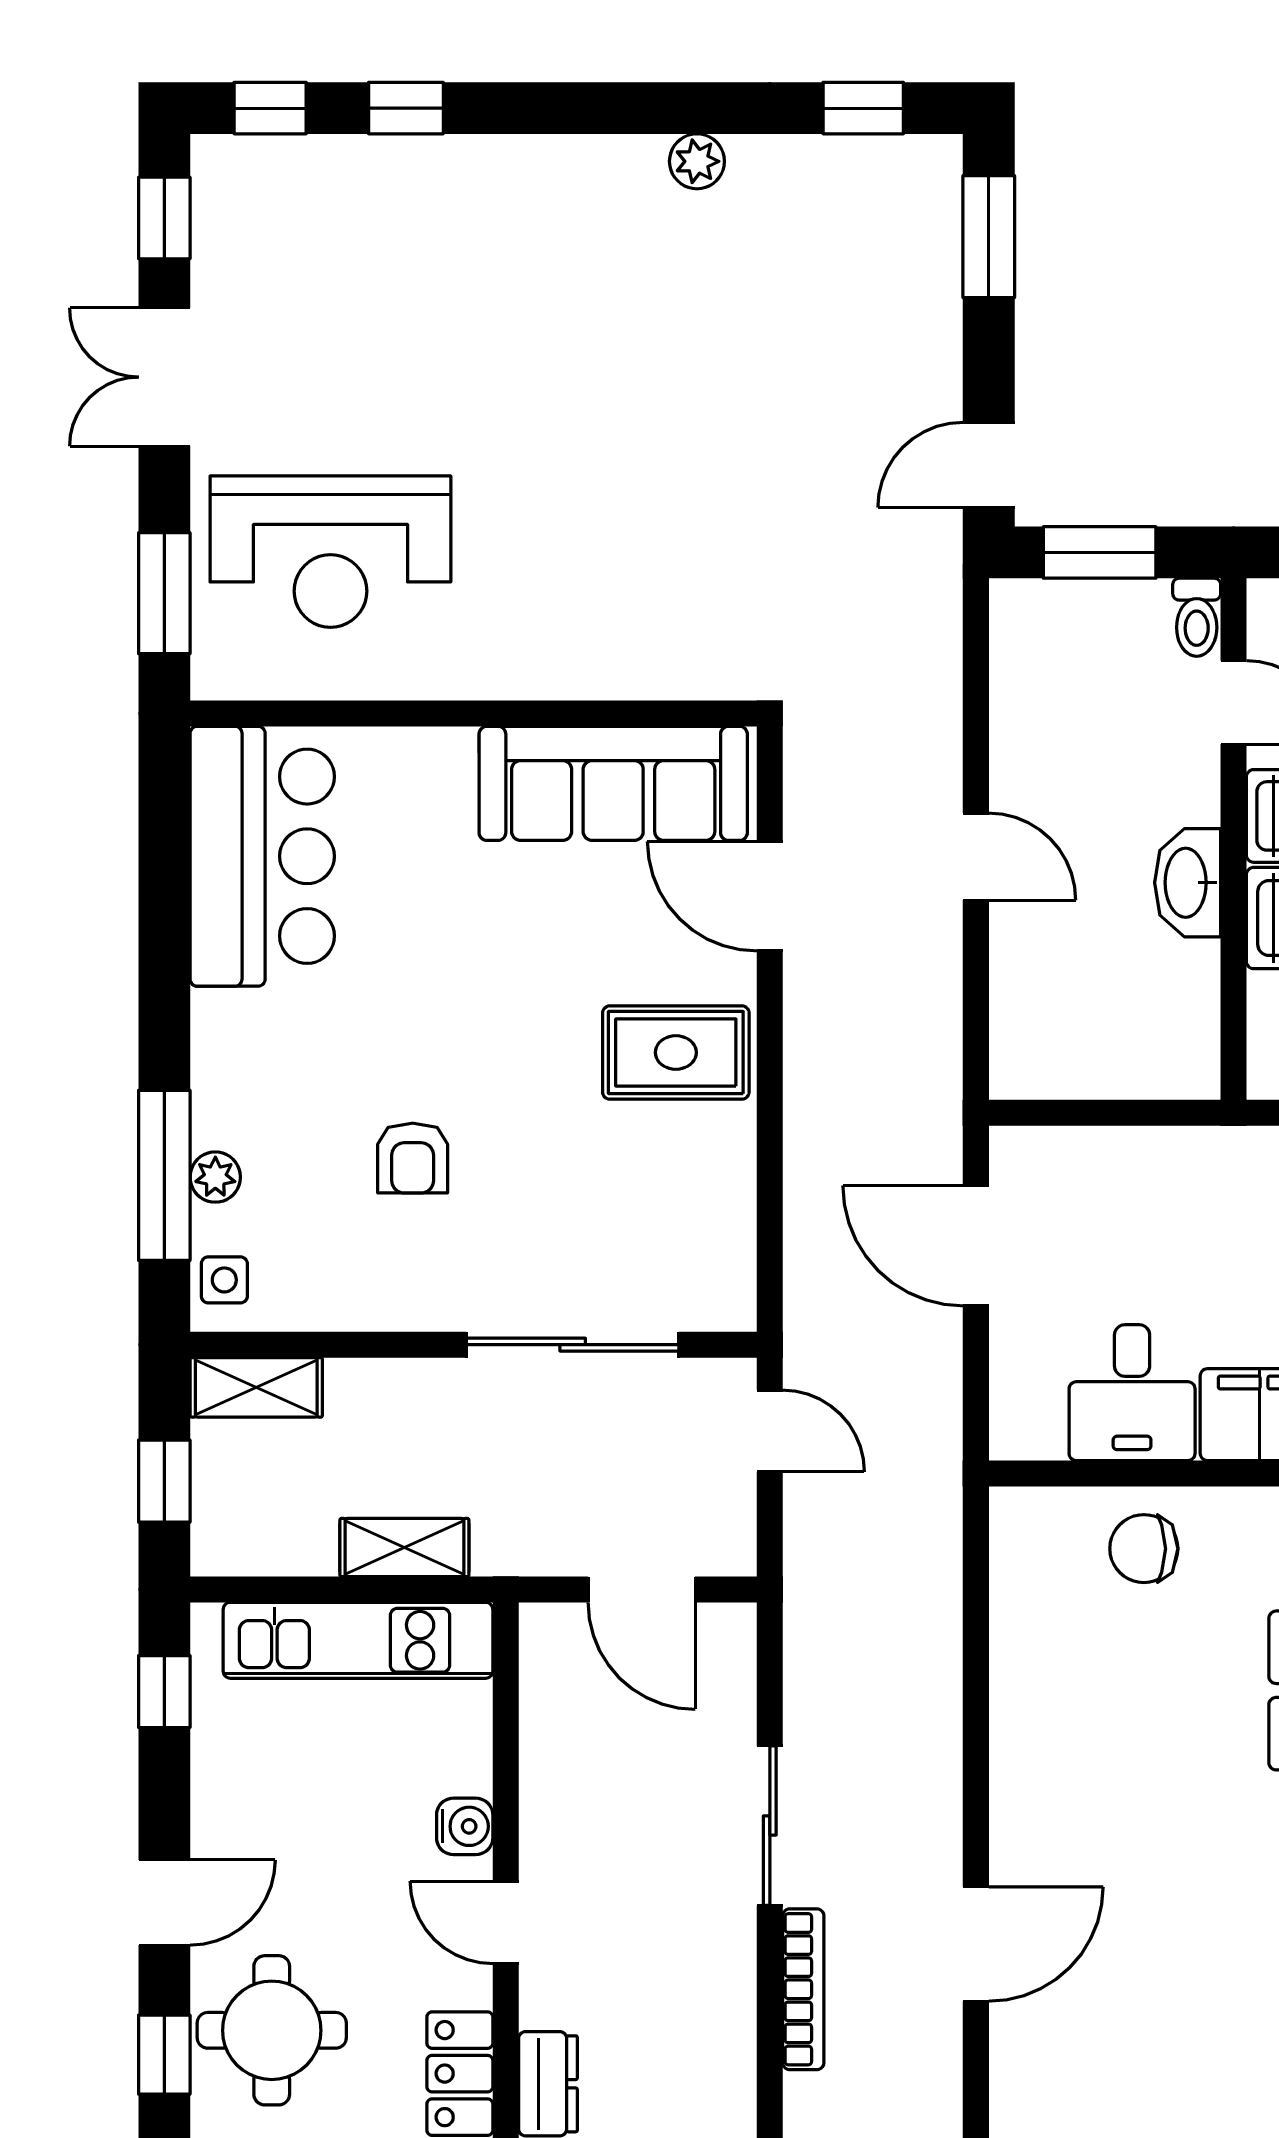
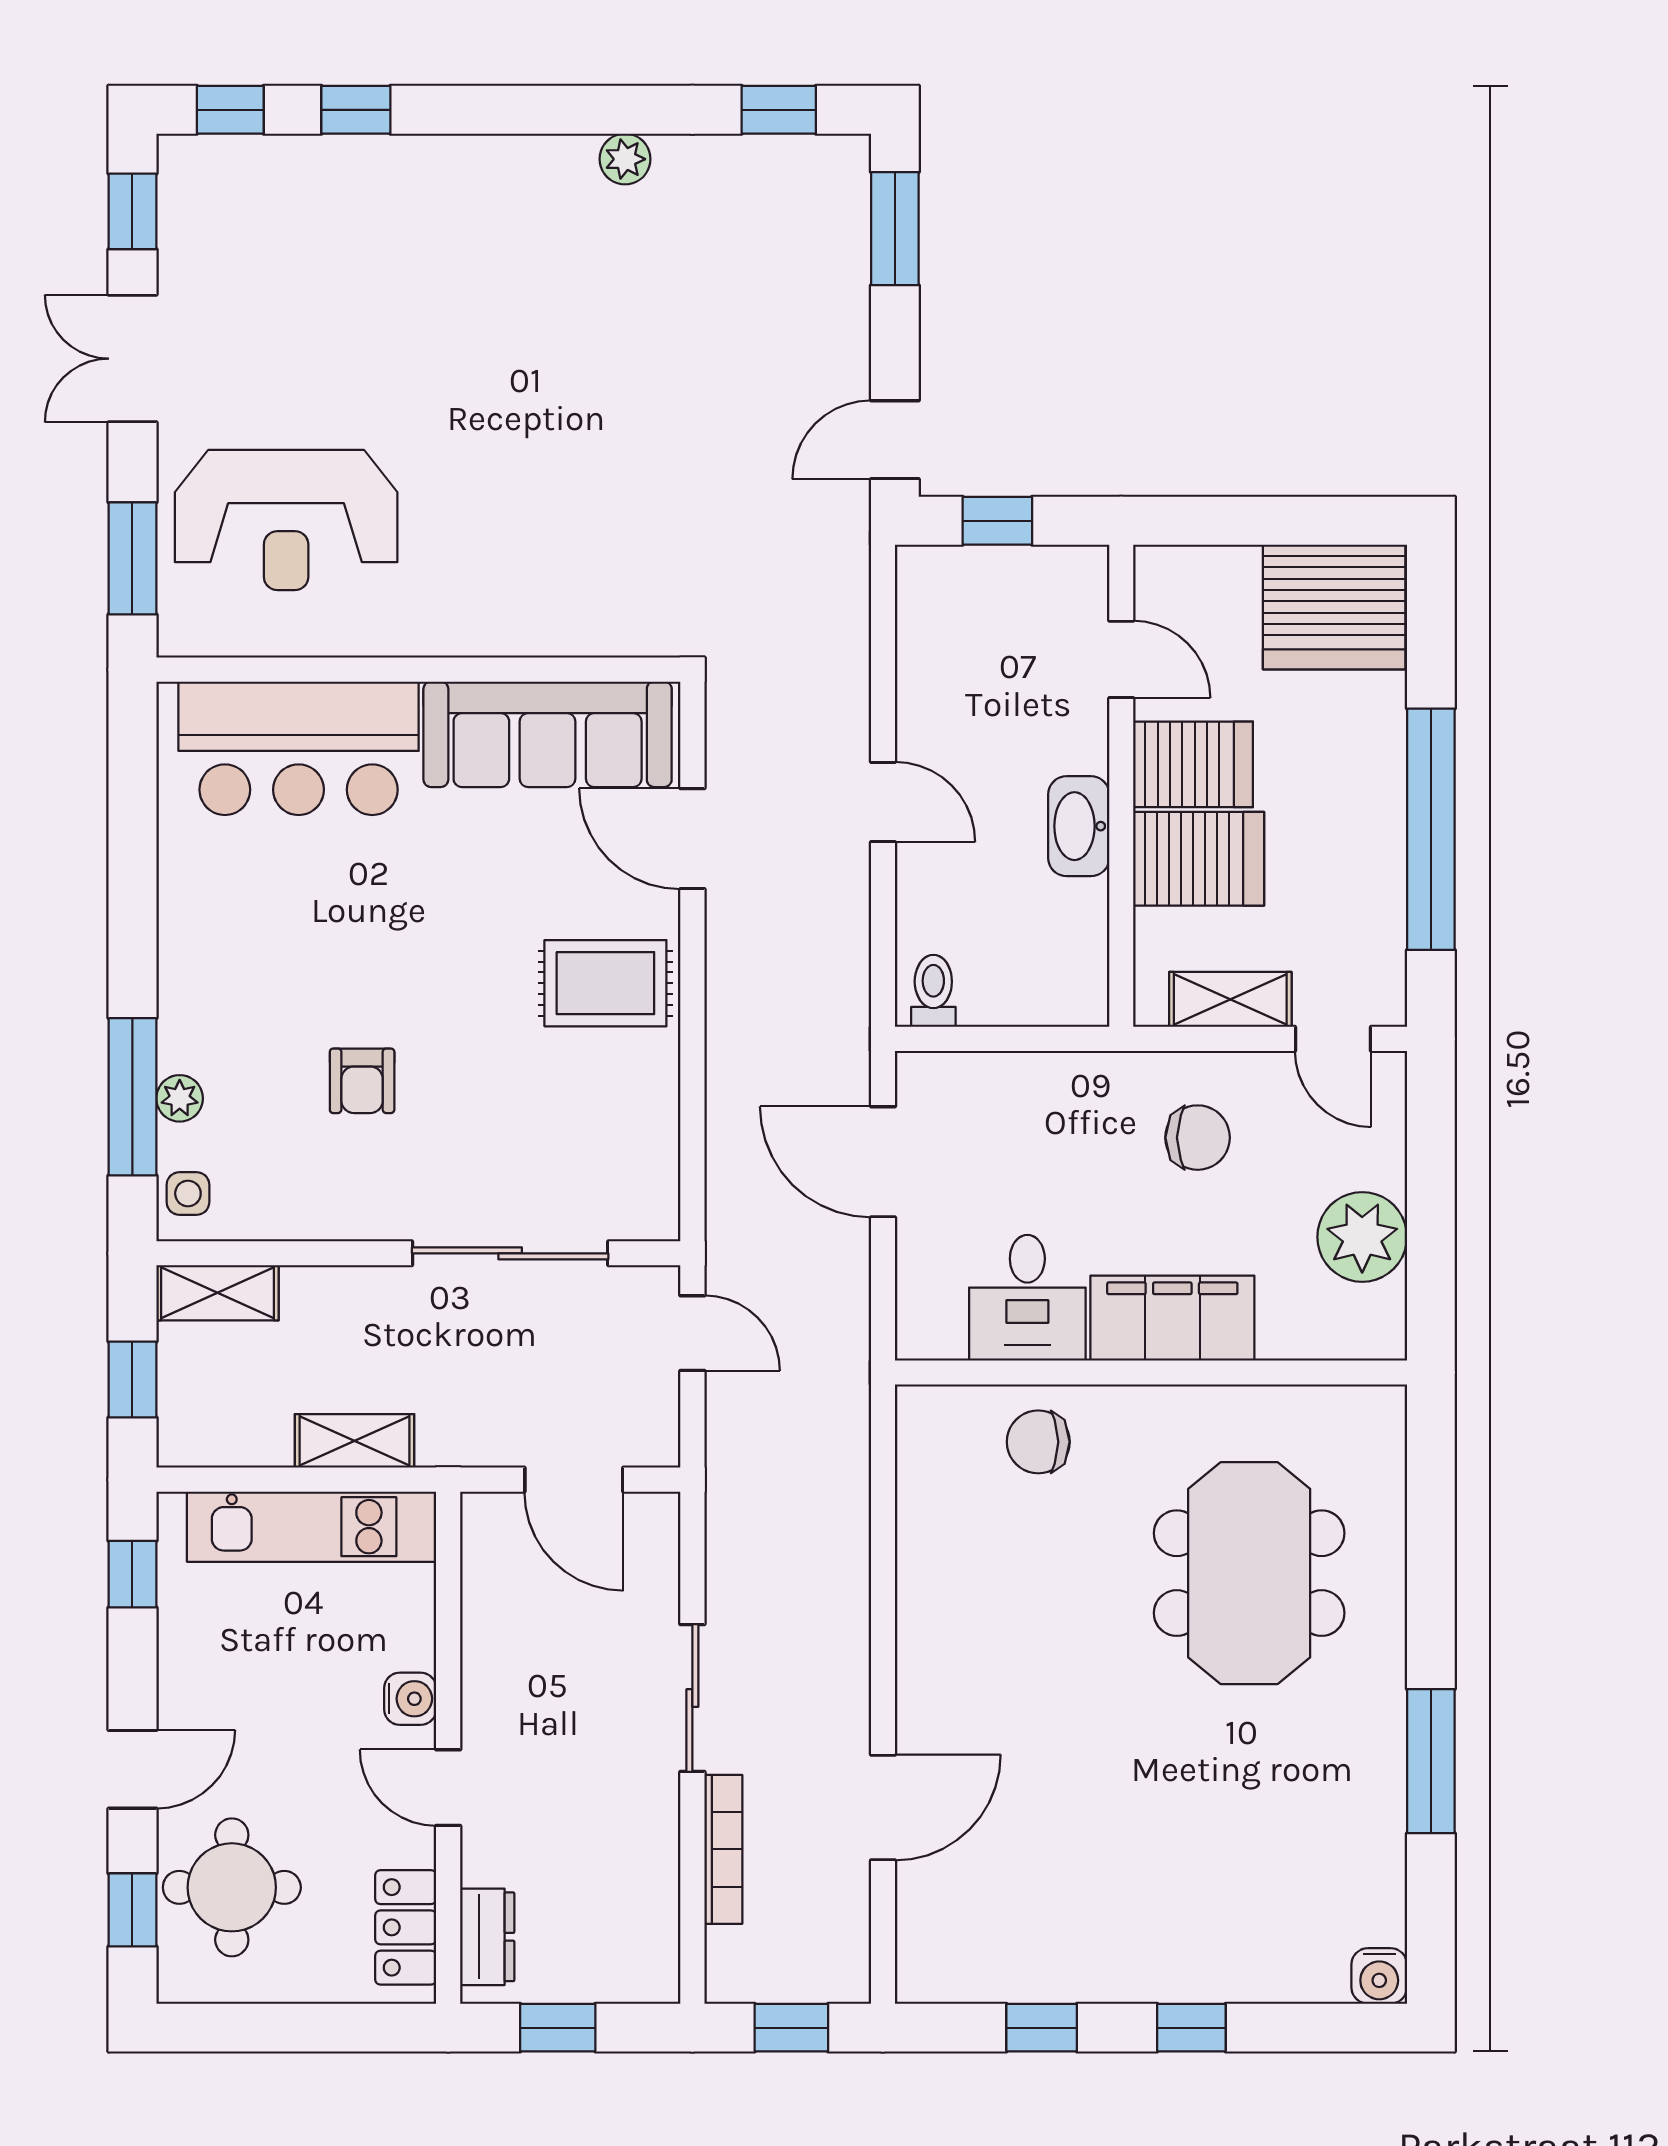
window: (1100, 552) -> (997, 521), width x0.67
toilet: (1197, 617) -> (933, 991), moved, turned 180
bar counter: (262, 856) -> (299, 748), moved, turned 90

